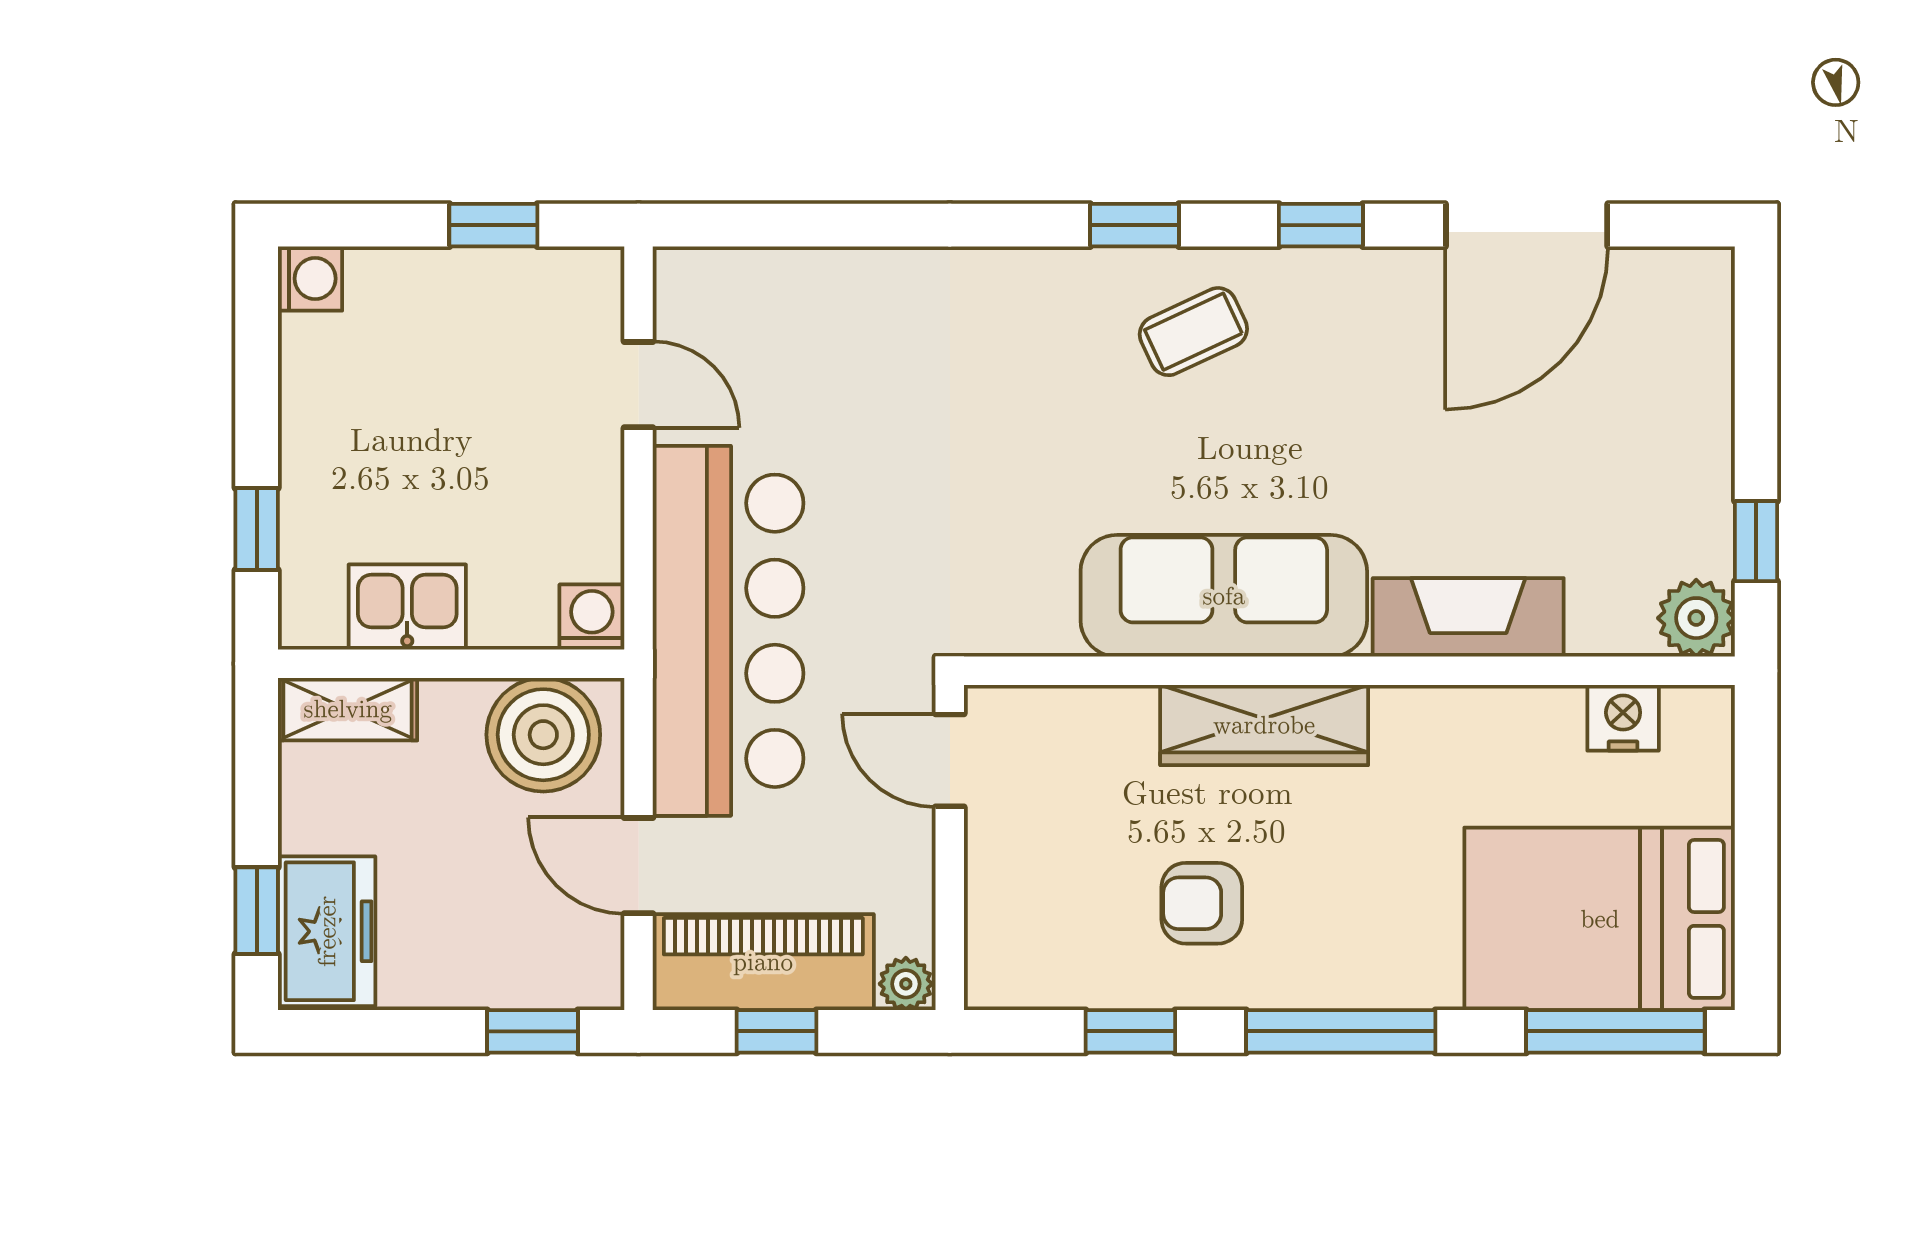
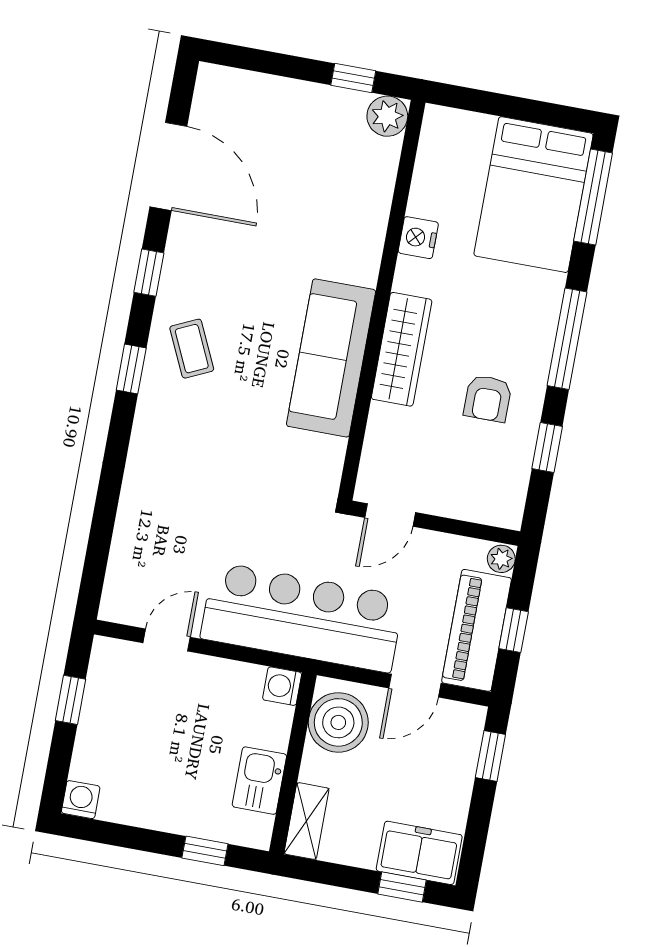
fireplace: (1468, 617) -> (365, 234), removed
nightstand: (1623, 718) -> (418, 238), moved

